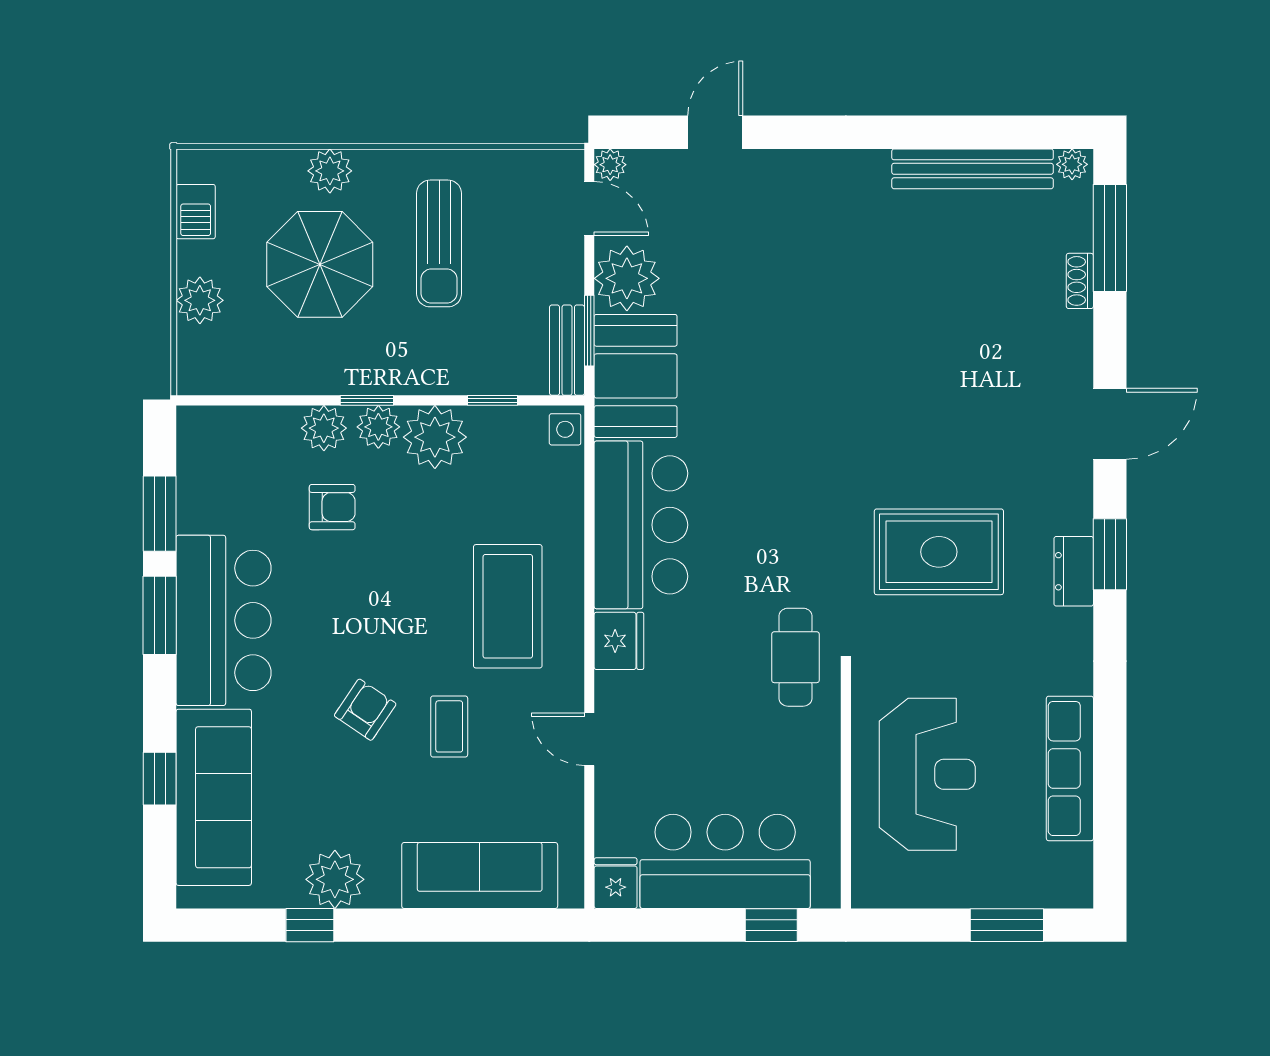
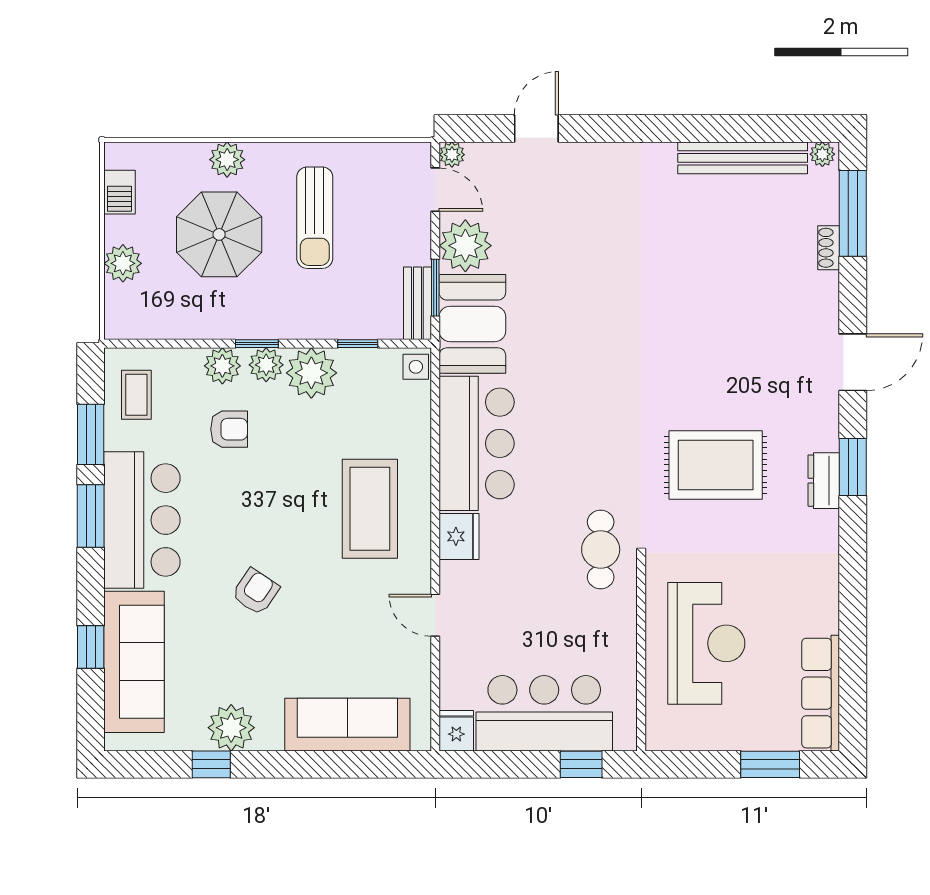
coffee table: (449, 726) -> (136, 395), moved
row of seats: (1070, 768) -> (821, 693), moved

